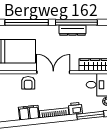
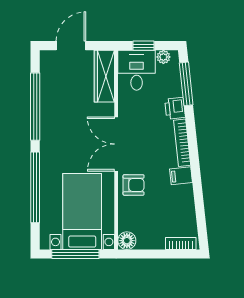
dresser: (73, 30) -> (48, 113), removed
filing cabinet: (29, 113) -> (181, 176), width x0.50

